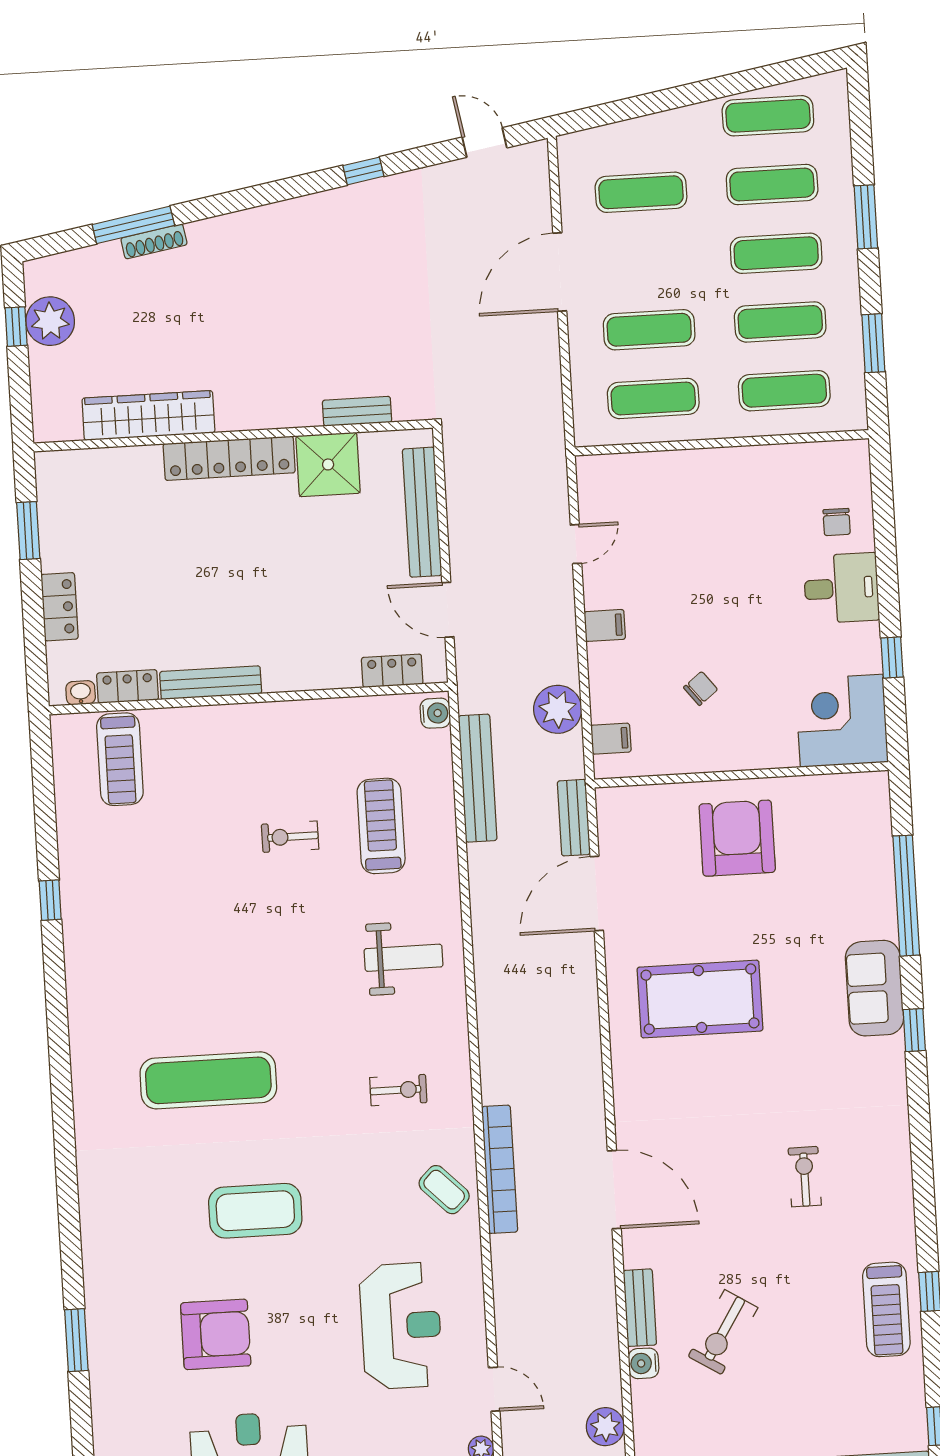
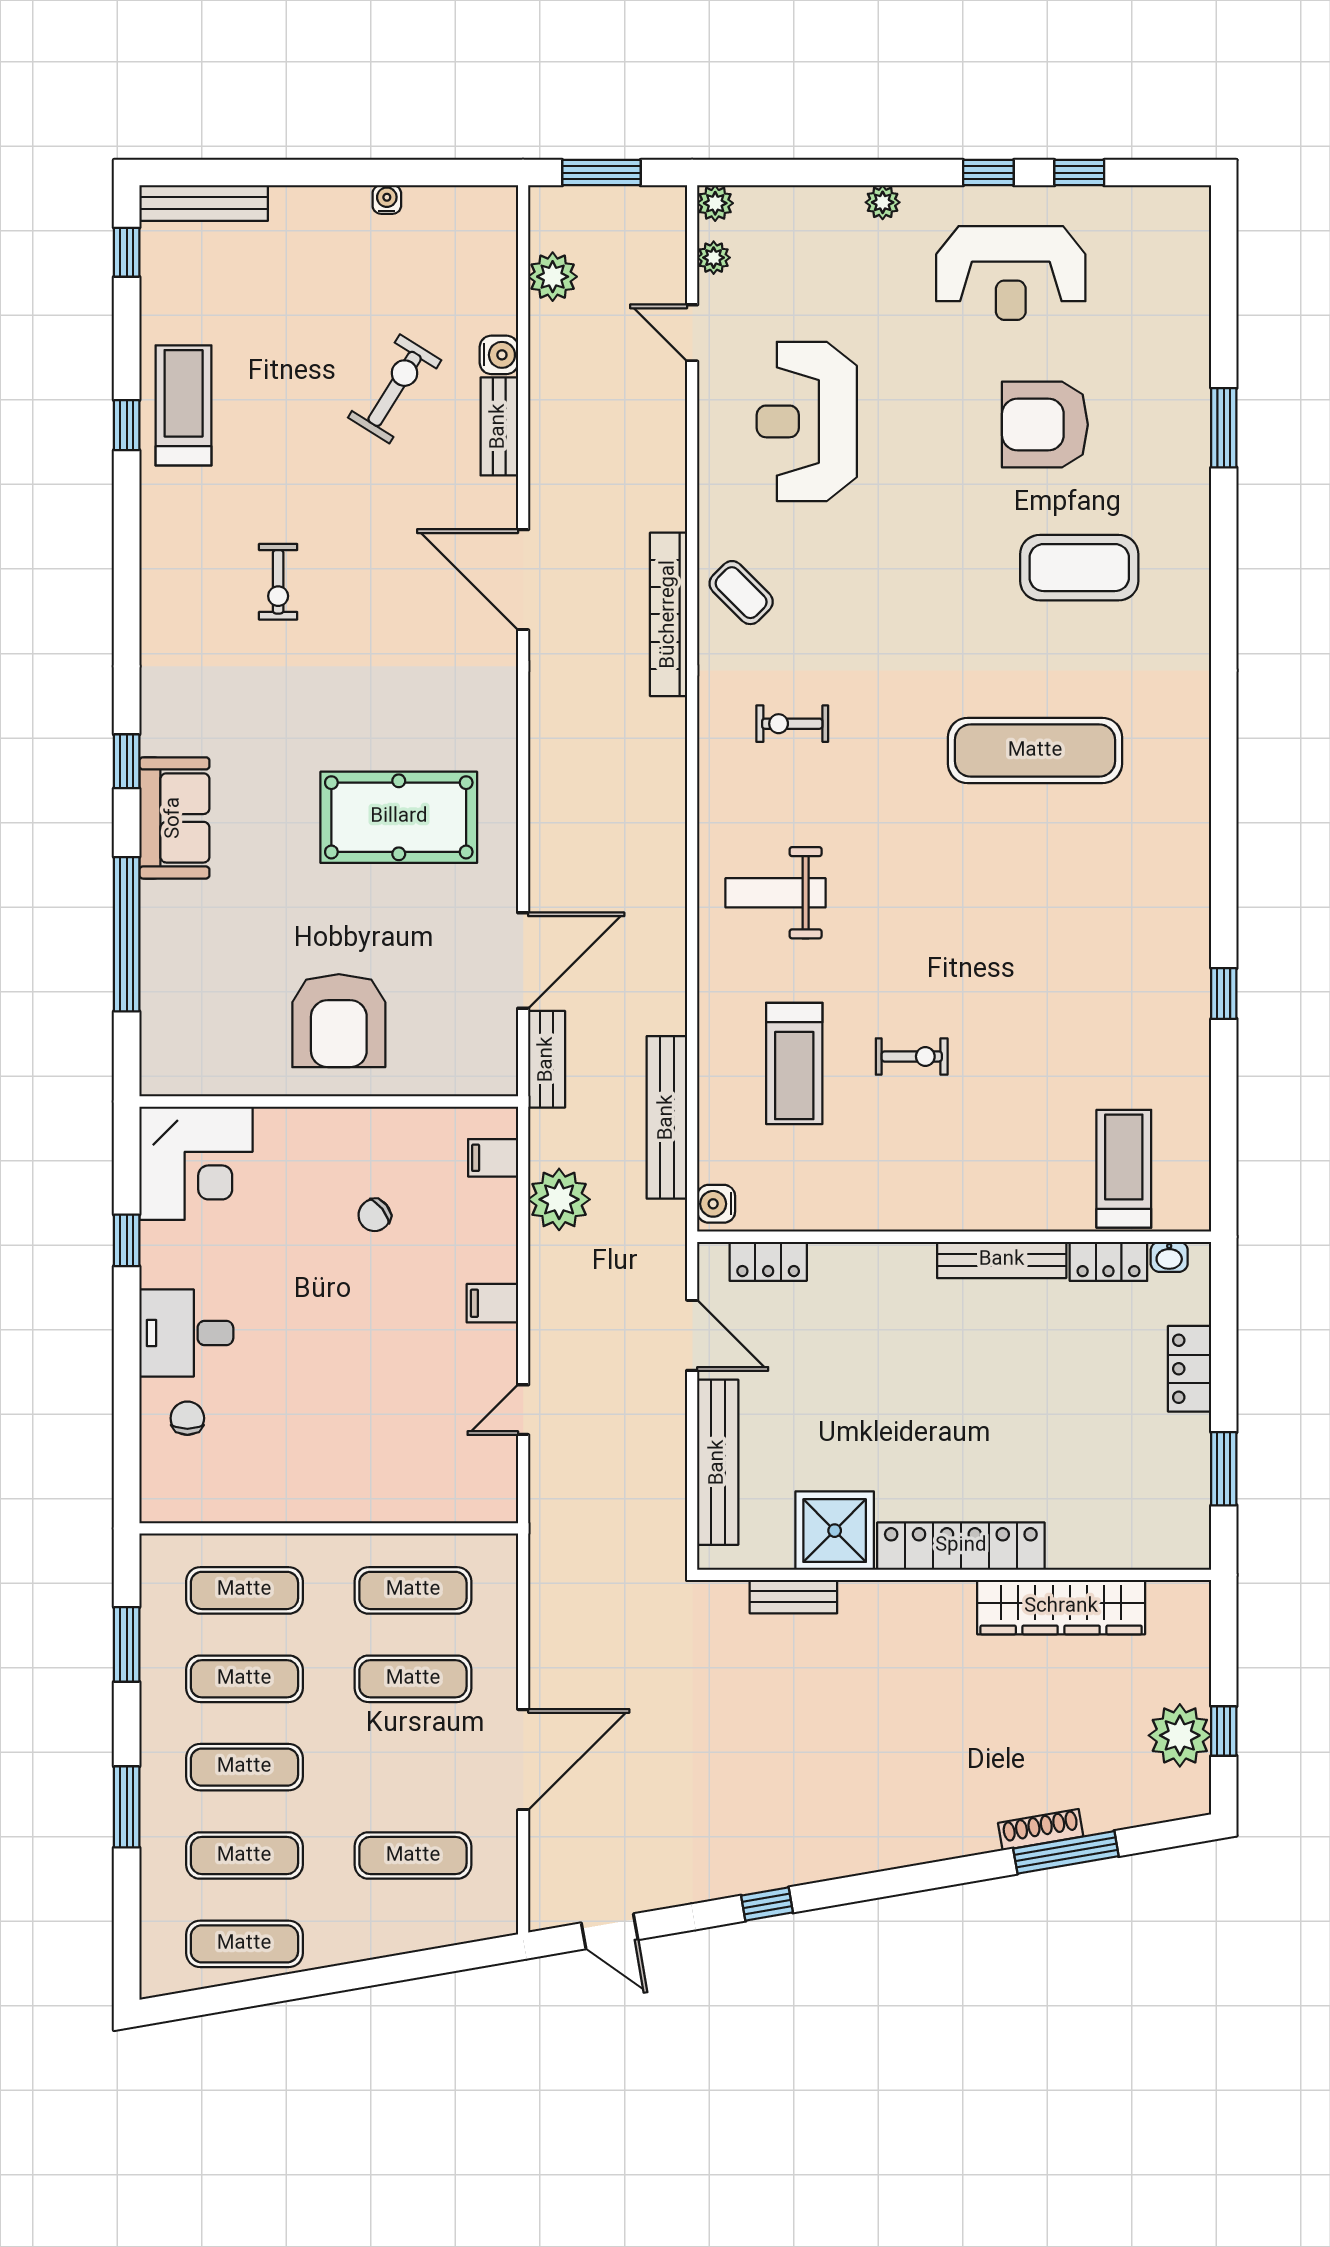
coffee table: (255, 1211) -> (1079, 568), moved

